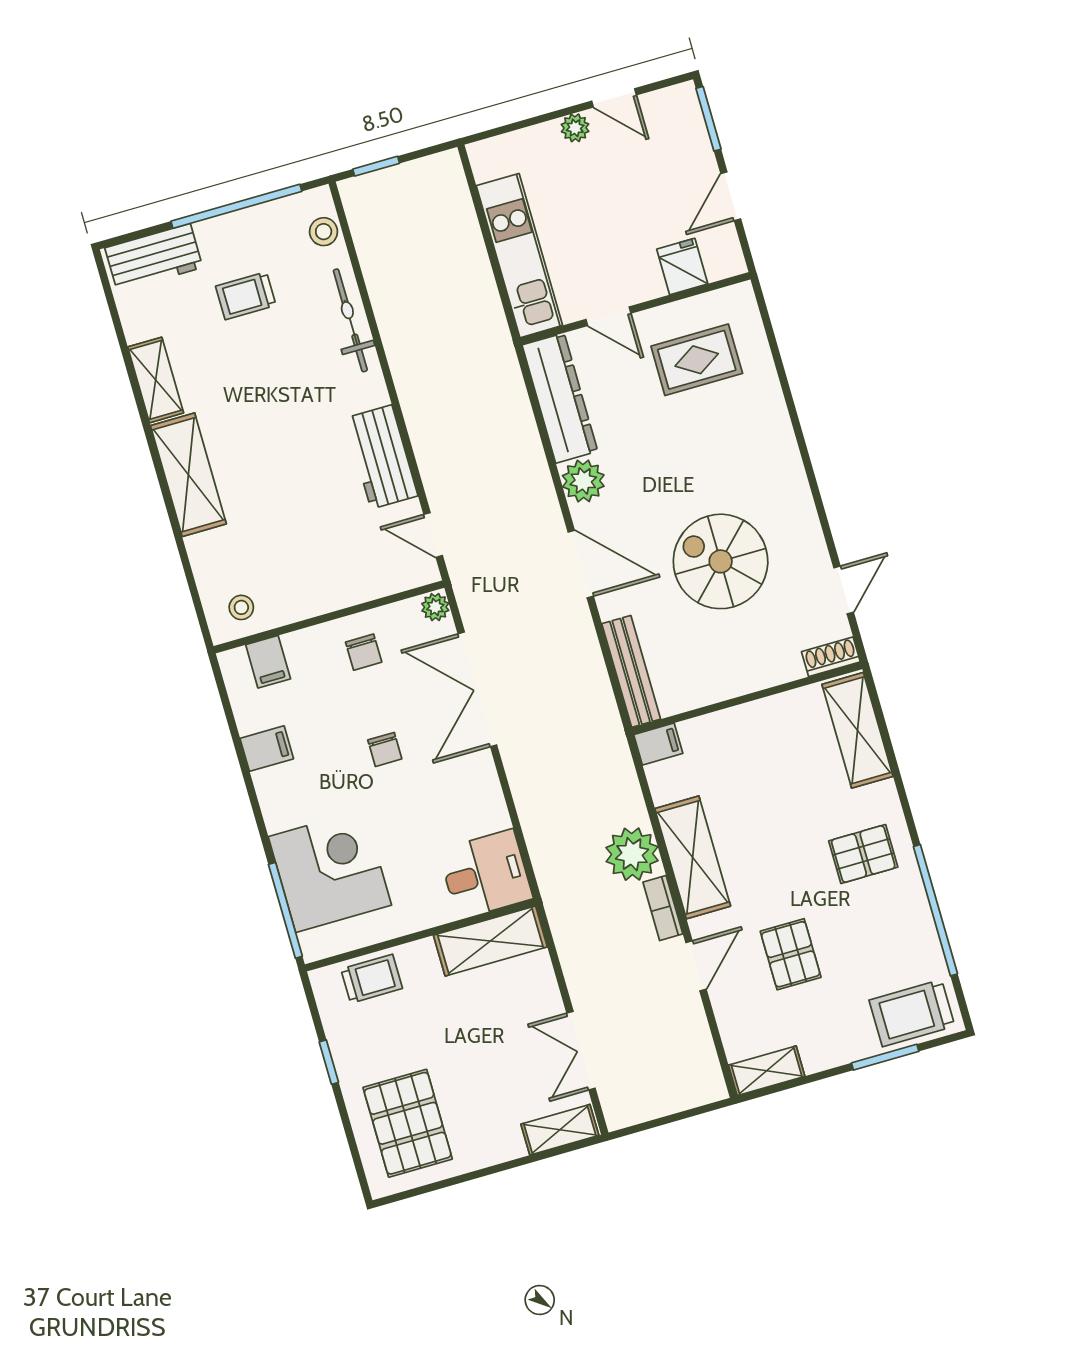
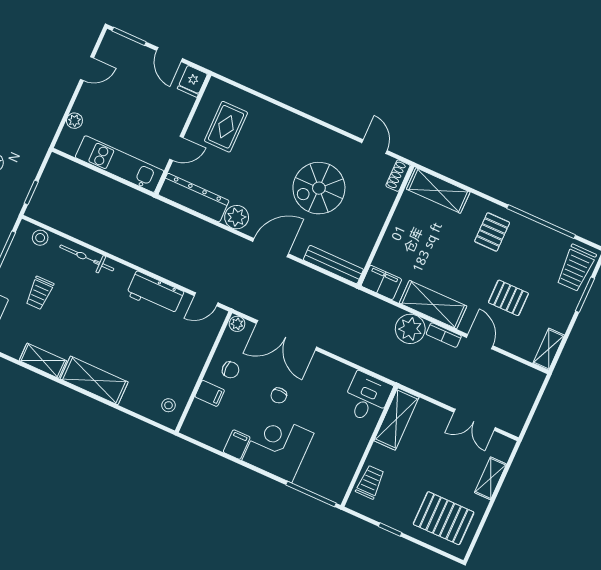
plant: (575, 128) -> (74, 121), moved
fridge: (682, 267) -> (192, 81), moved, turned -90
filing cabinet: (268, 662) -> (210, 393), moved
filing cabinet: (658, 744) -> (381, 282), width x2.00
chair: (385, 749) -> (279, 395), turned 90
corner desk: (330, 871) -> (278, 447), moved
shelving: (560, 1130) -> (491, 478), moved

